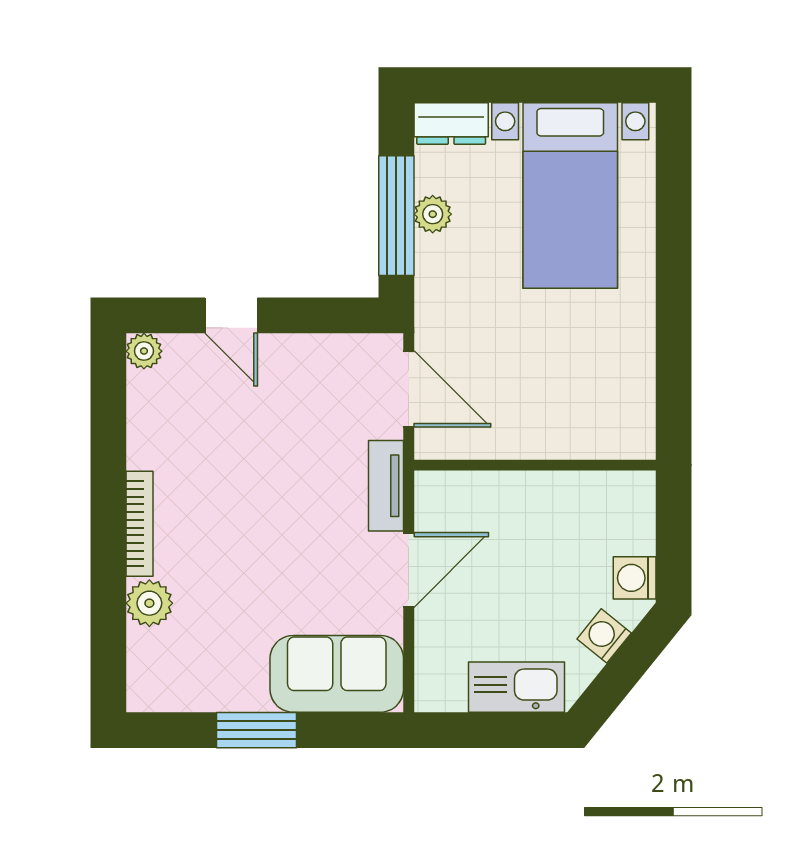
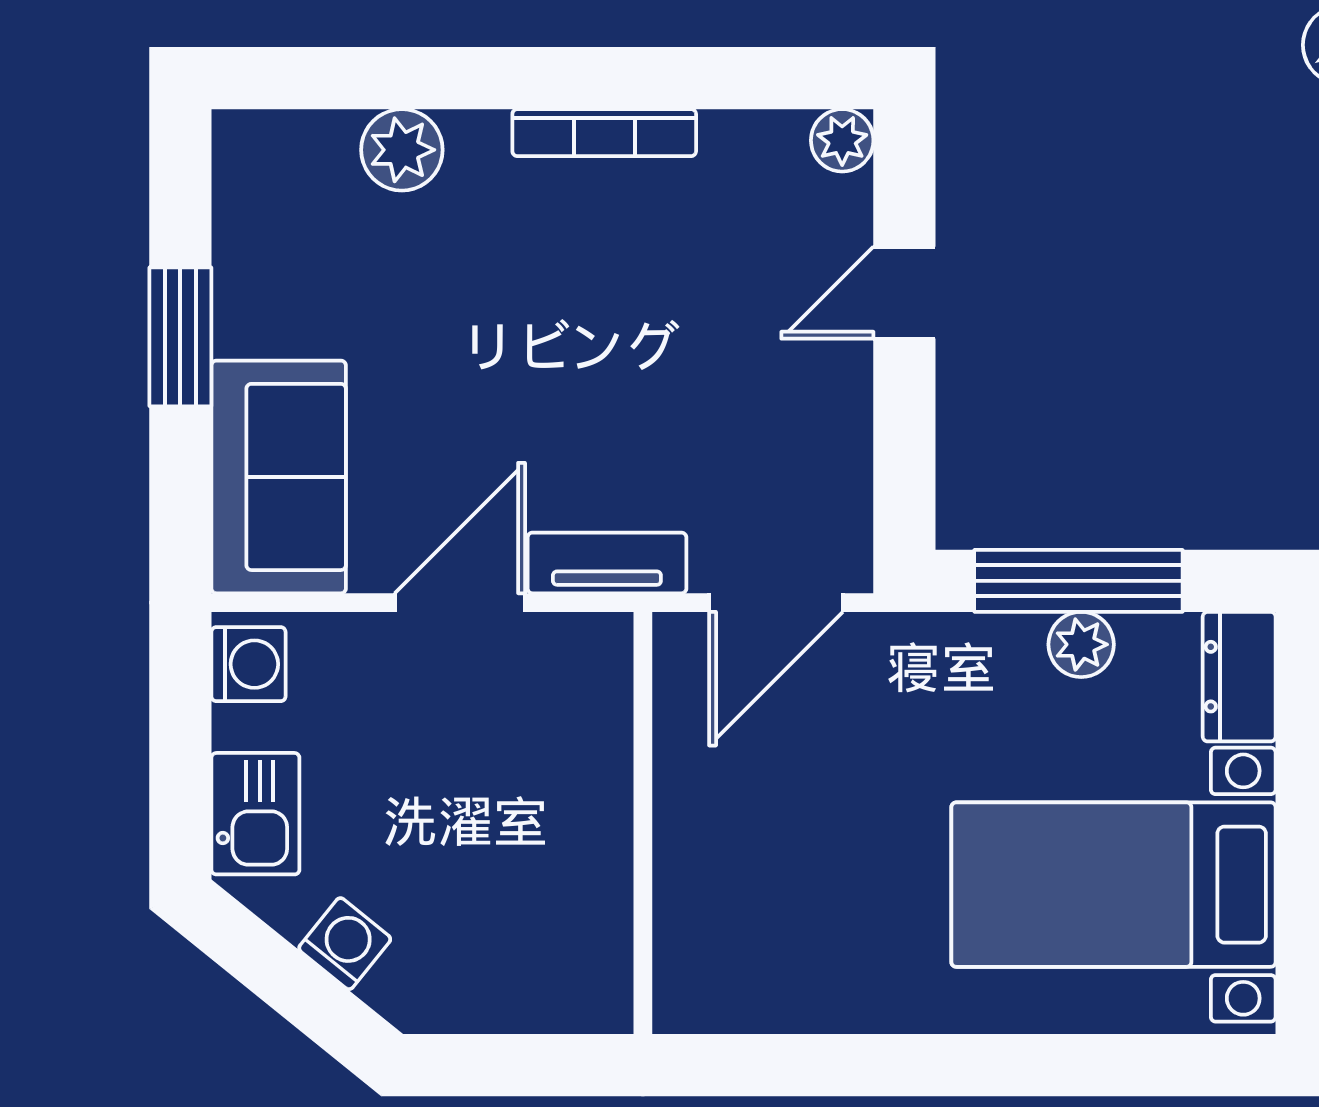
bookcase: (140, 524) -> (604, 133), moved
door: (409, 570) -> (460, 603), swing flipped
washing machine: (635, 578) -> (248, 664), moved, turned 90
kitchen sink: (517, 687) -> (255, 814), width x0.73

